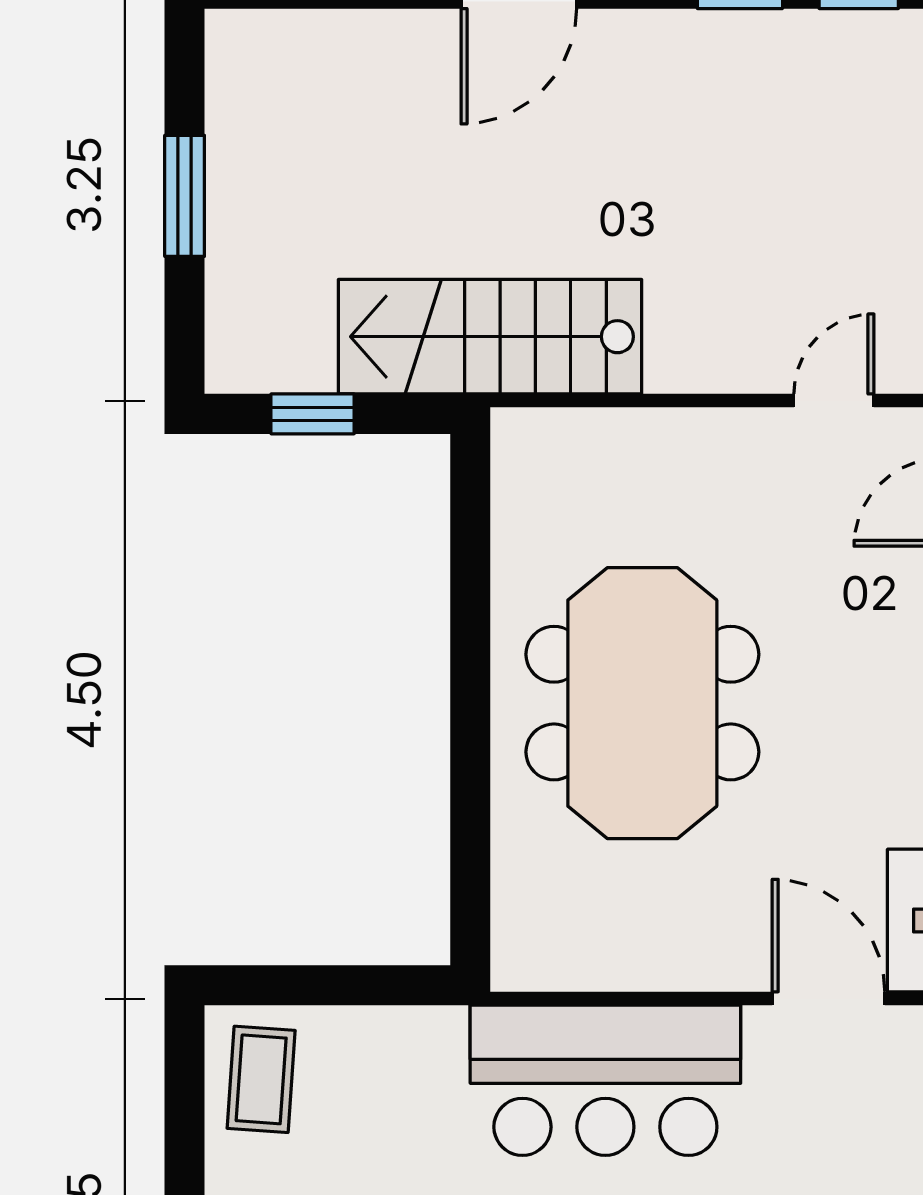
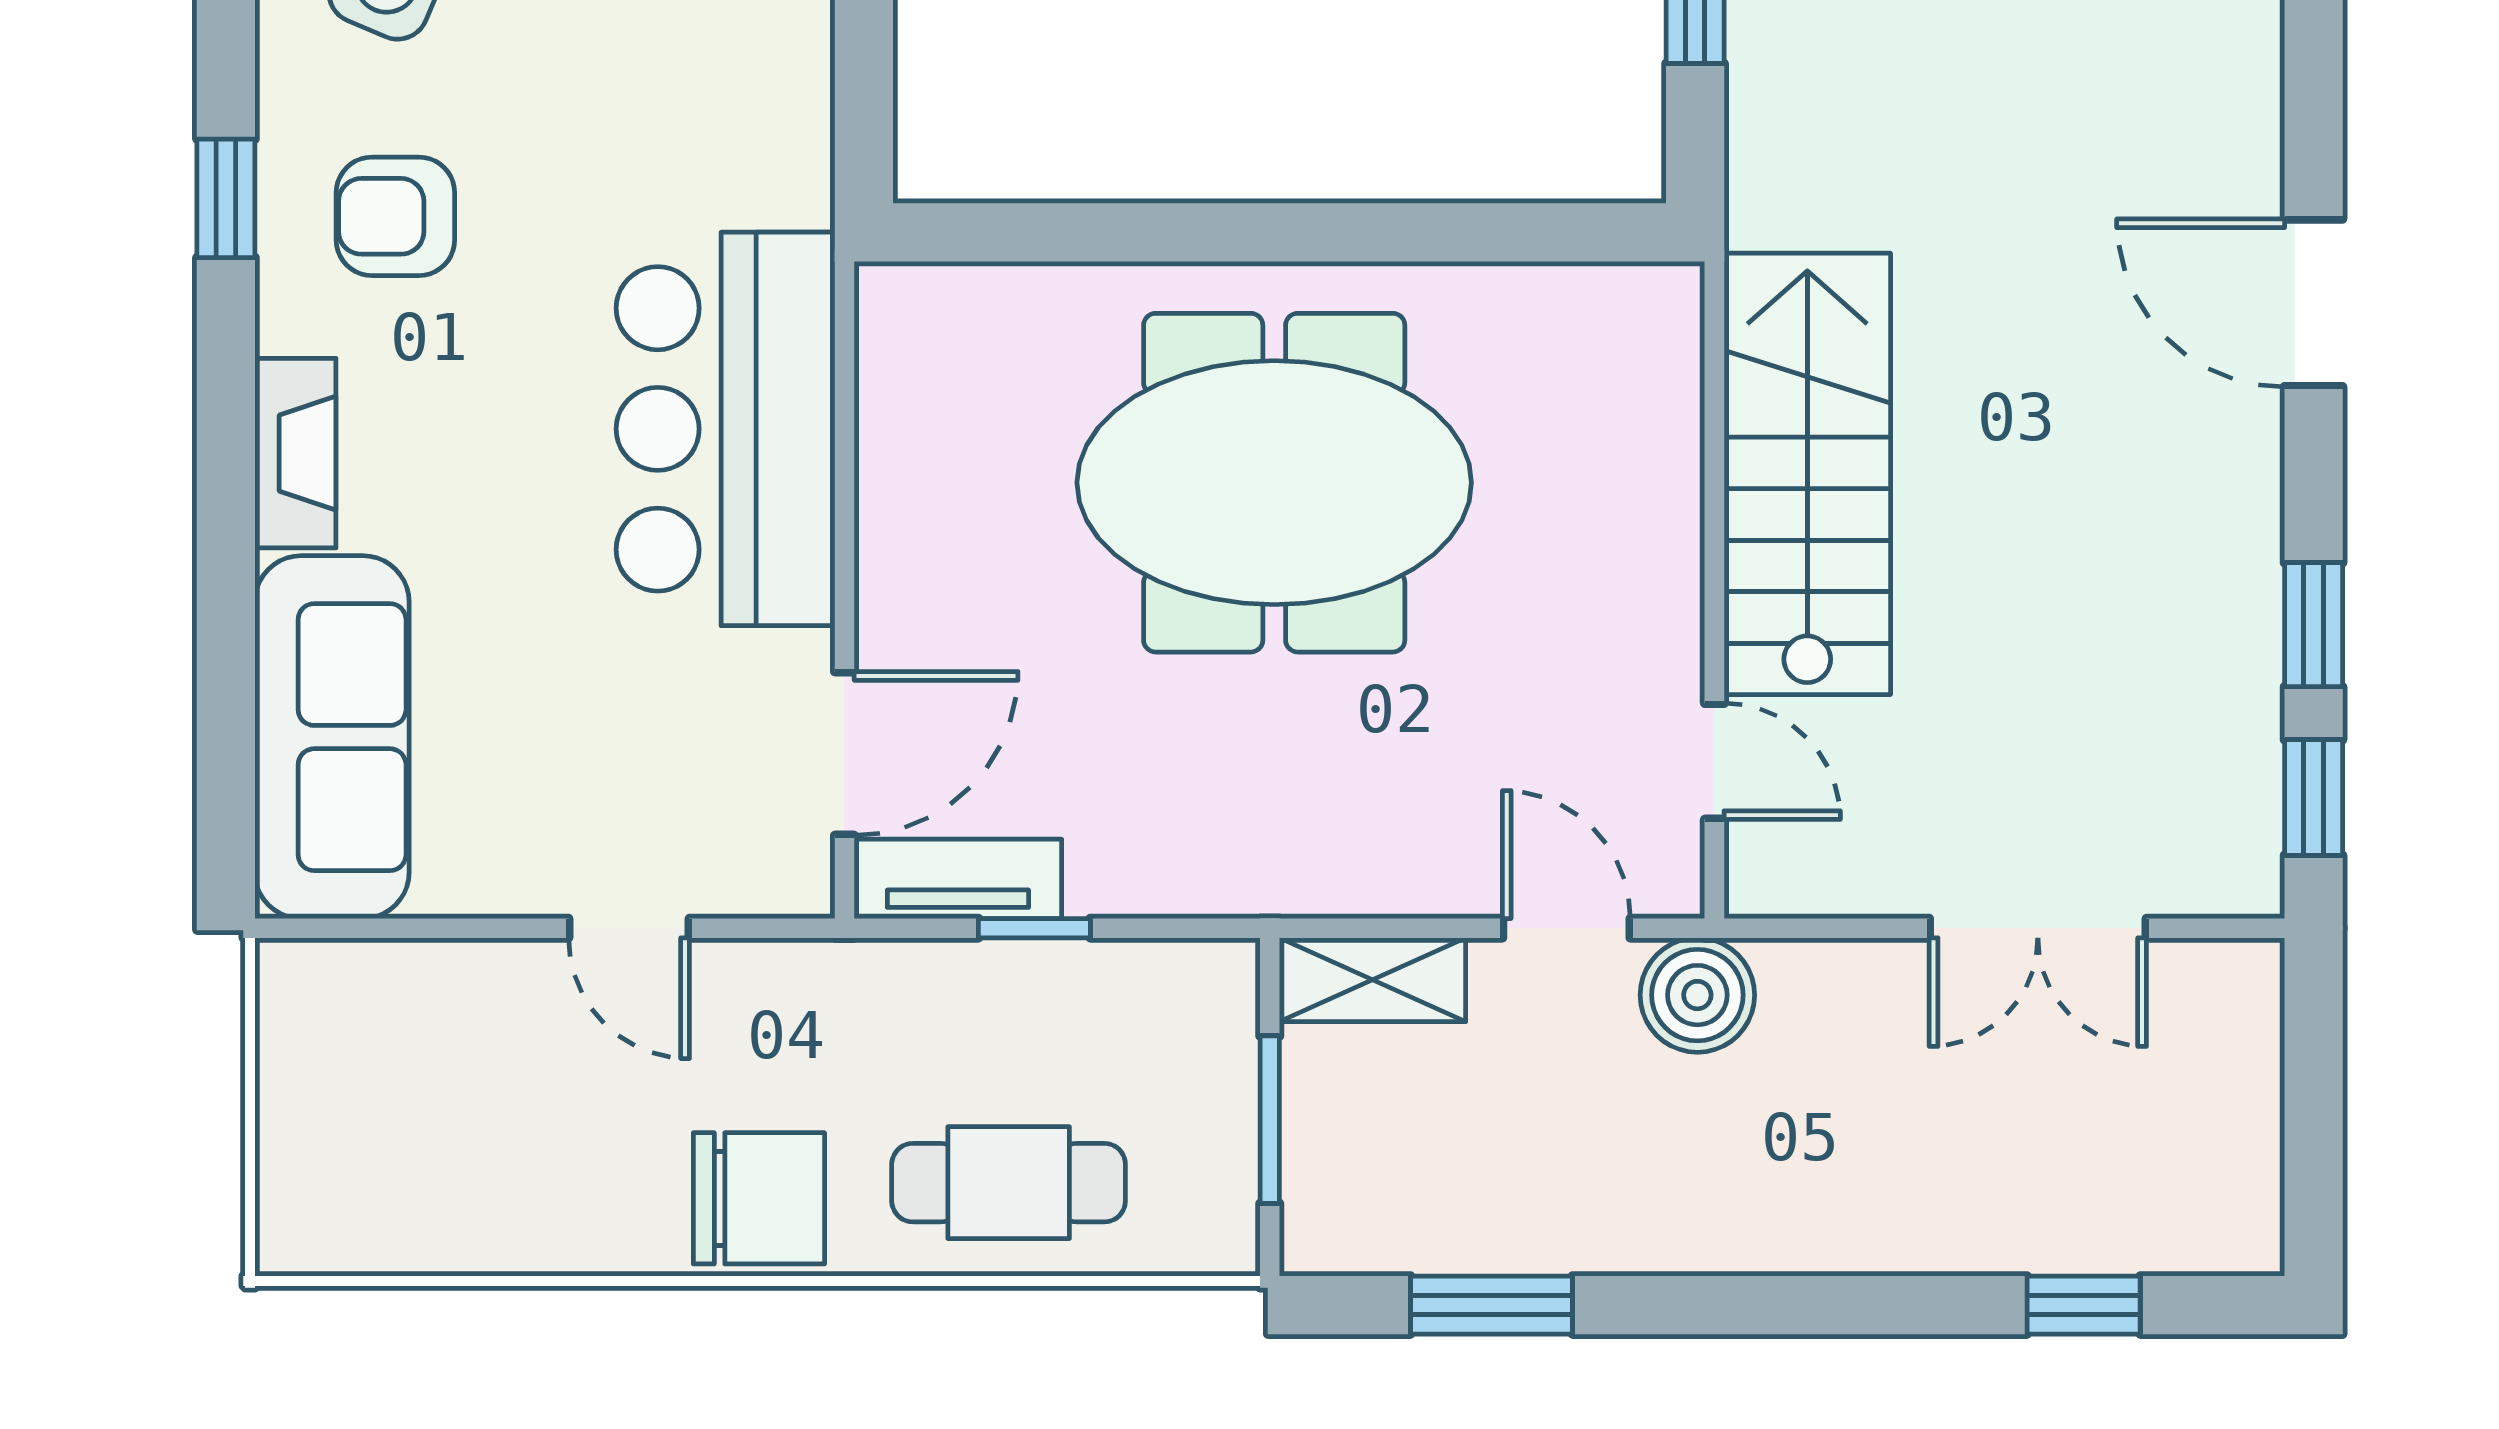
stairs: (490, 337) -> (1807, 474), moved

